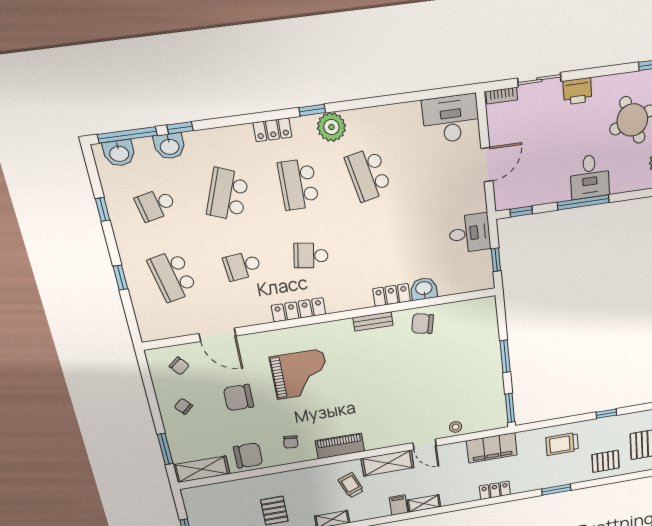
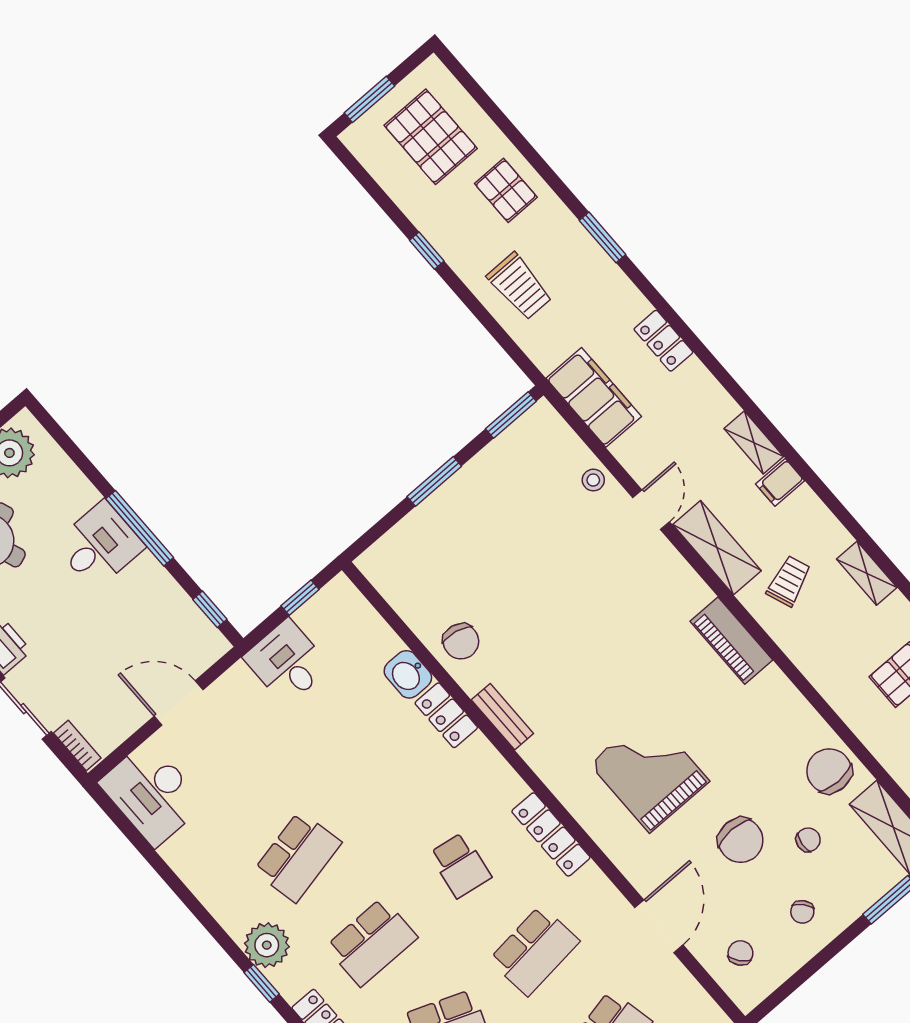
school desk: (242, 266) -> (534, 951), width x1.85
chair: (291, 442) -> (808, 840), moved
trolley: (351, 485) -> (789, 581), turned 180

